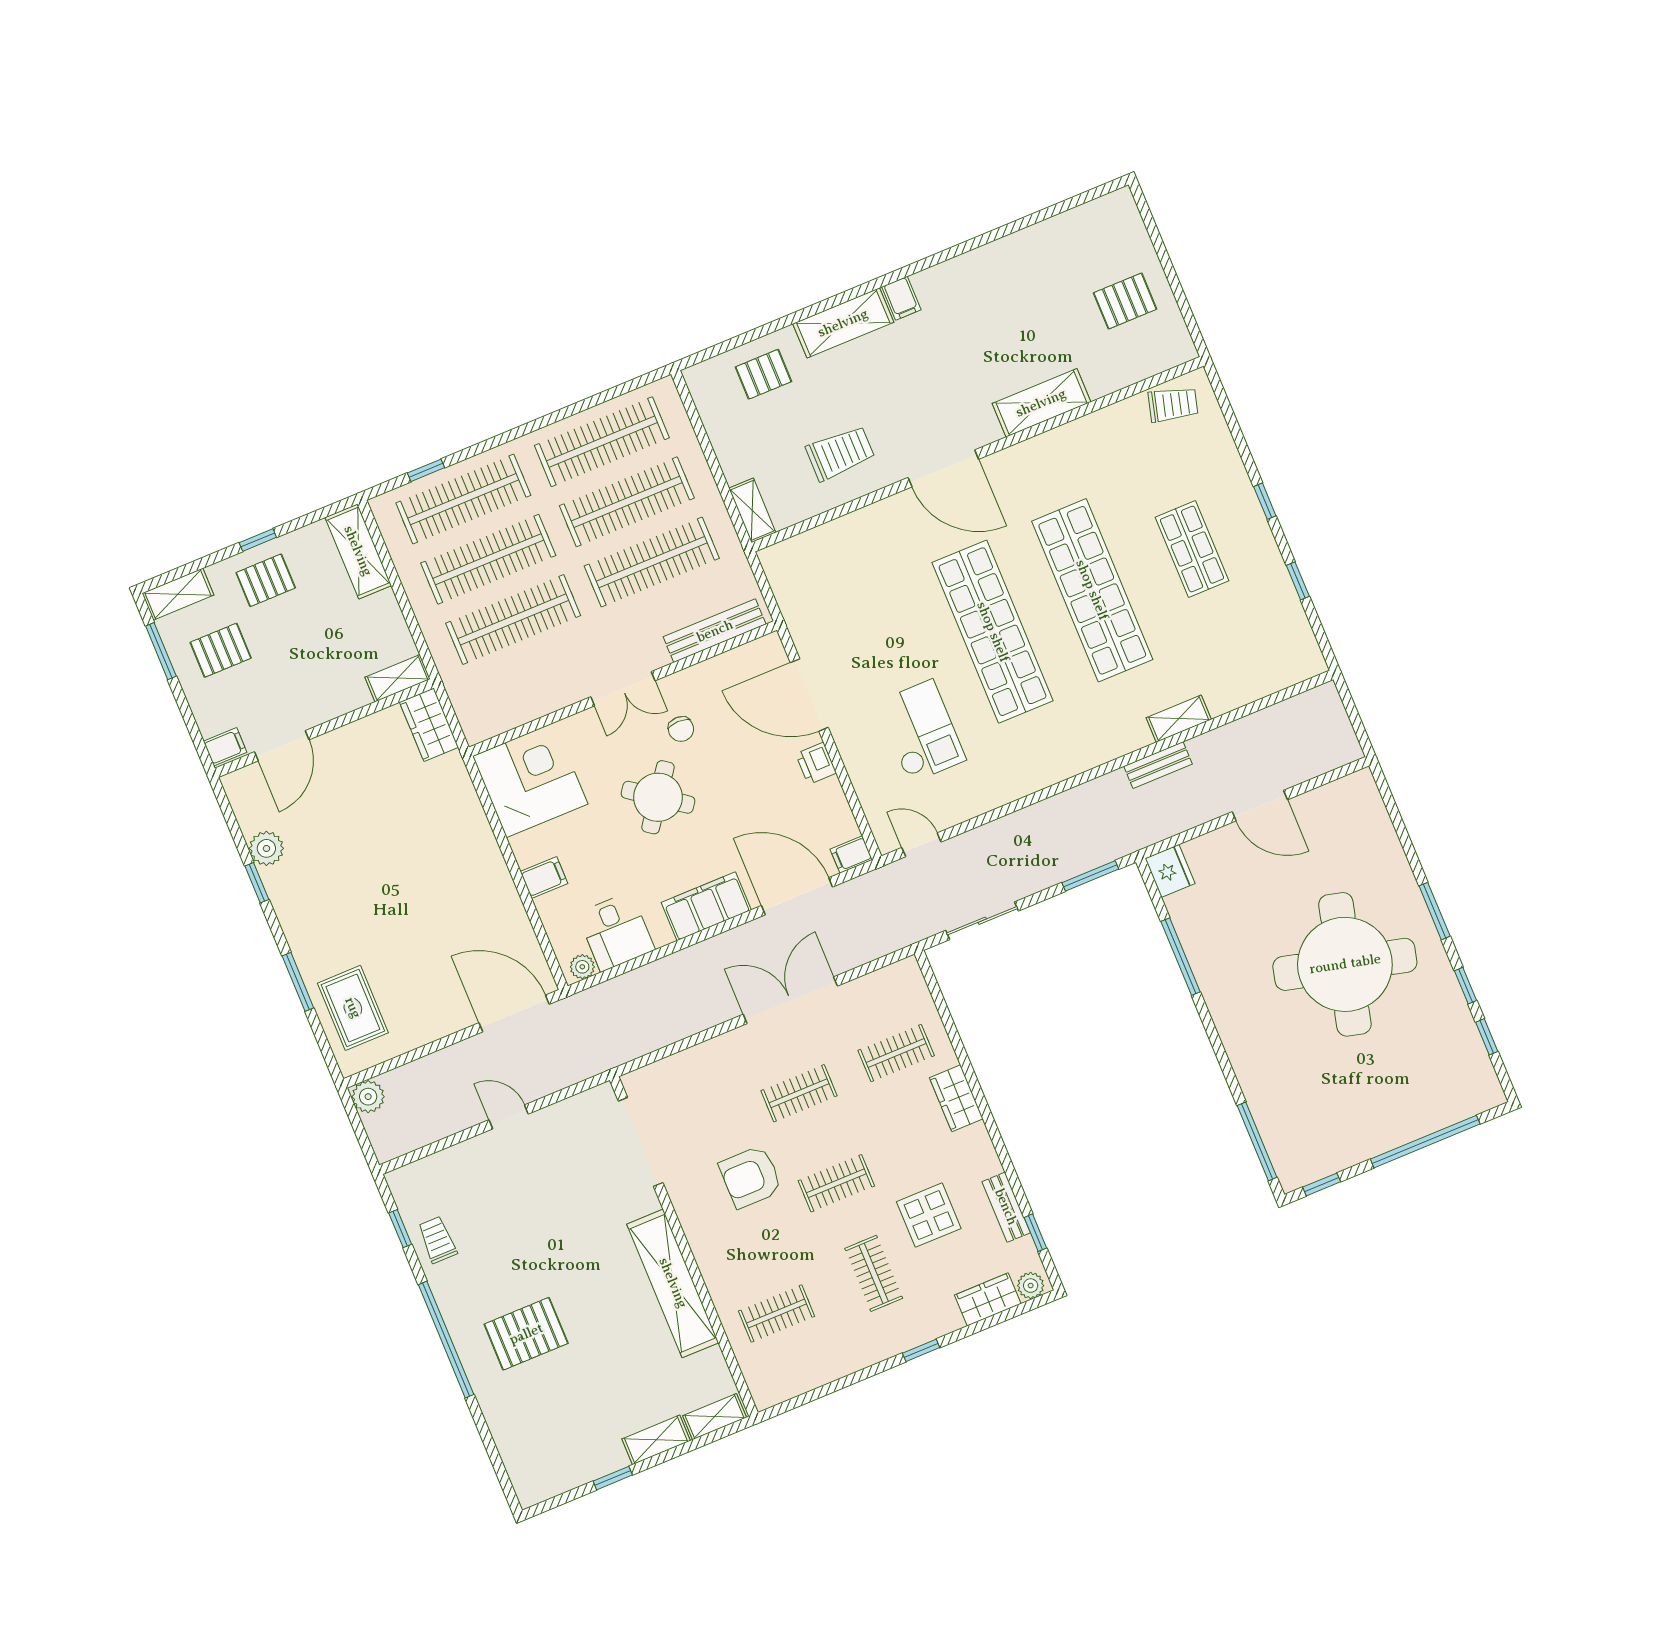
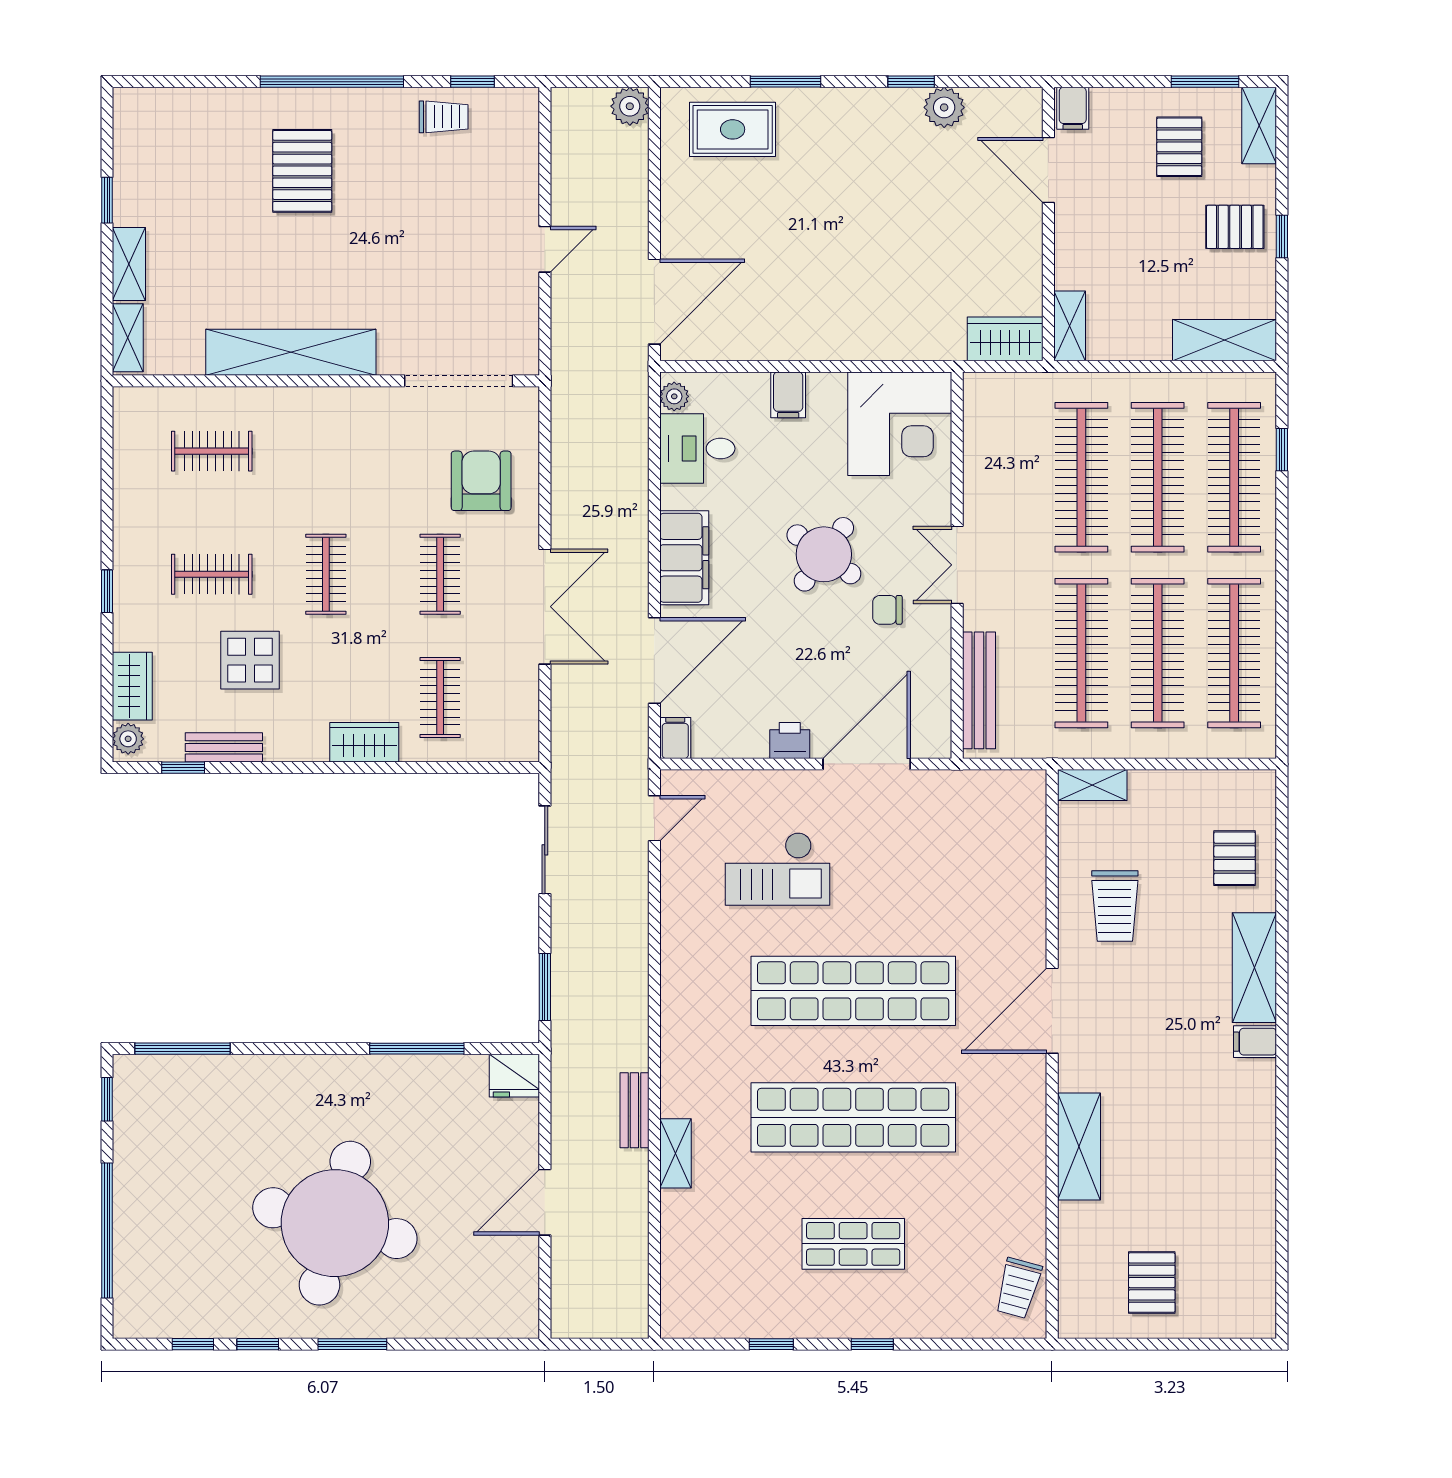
pallet: (266, 580) -> (1235, 227), turned 90
armchair: (751, 1177) -> (481, 481), moved
clothes rail: (777, 1314) -> (212, 451), turned 90

